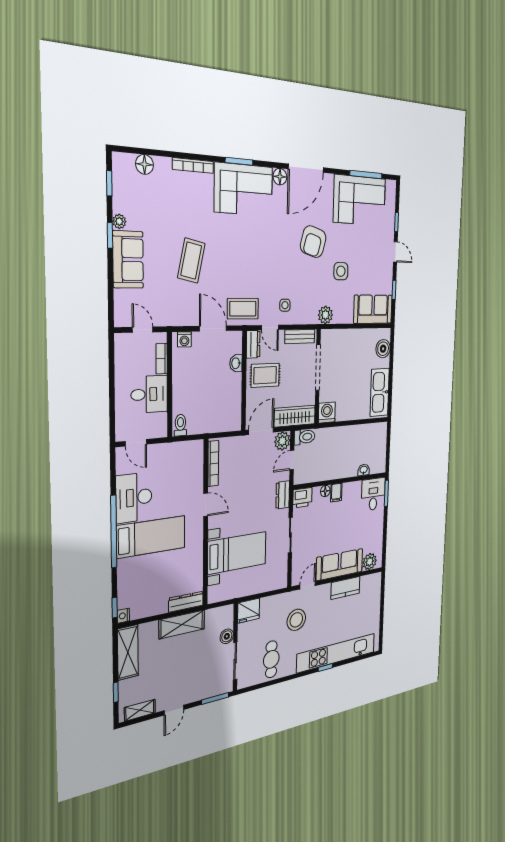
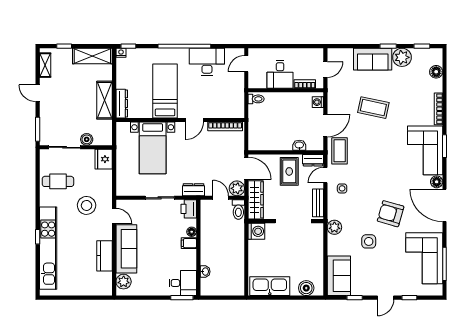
plant: (119, 221) -> (402, 57), width x1.88, depth x1.88
bed: (151, 537) -> (165, 91), moved, turned 180

